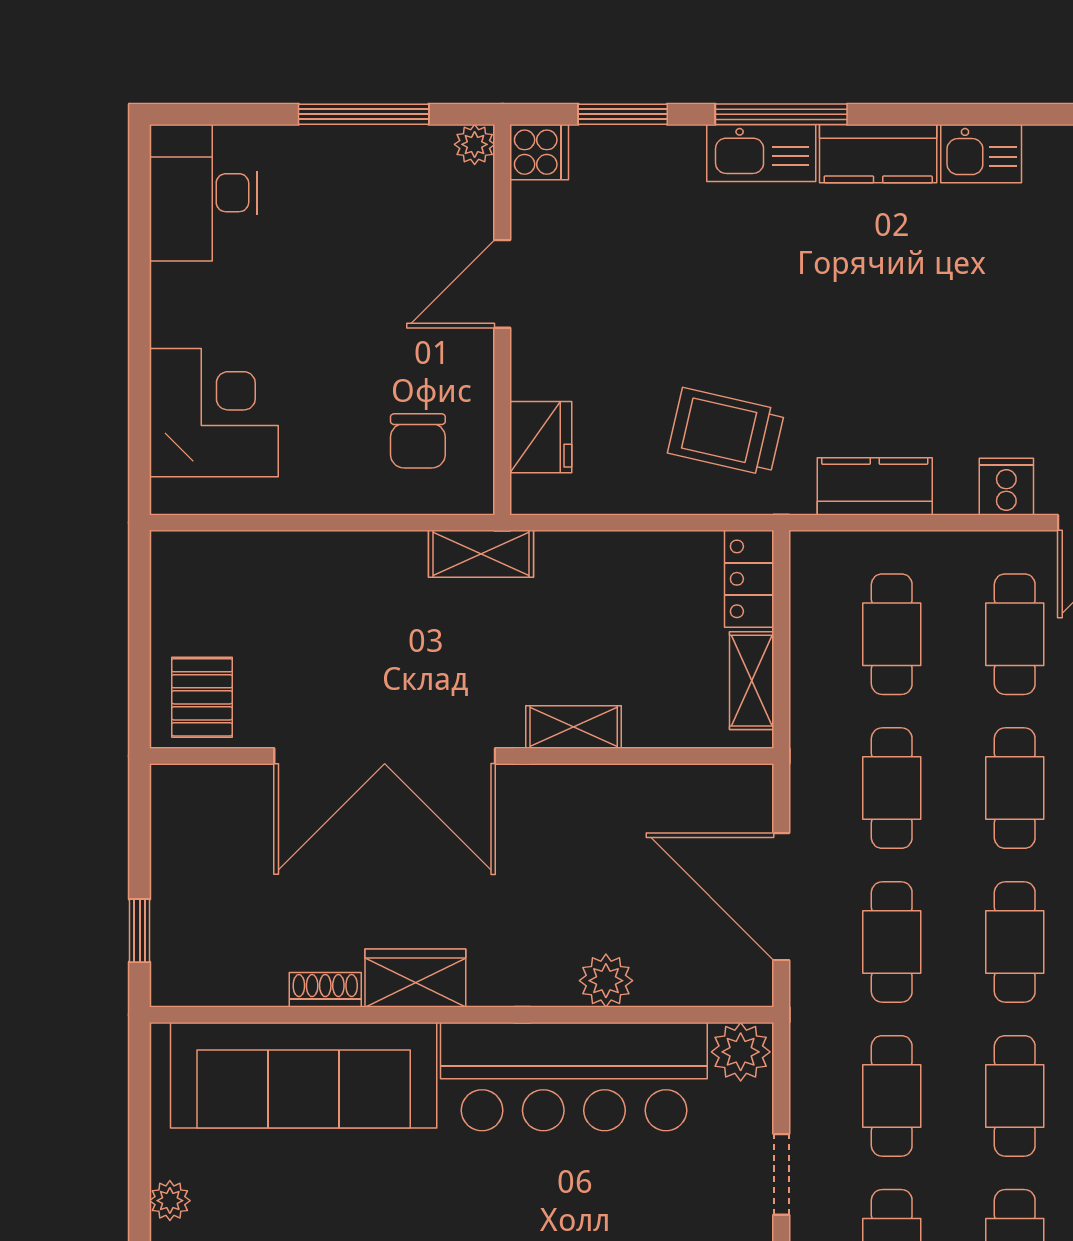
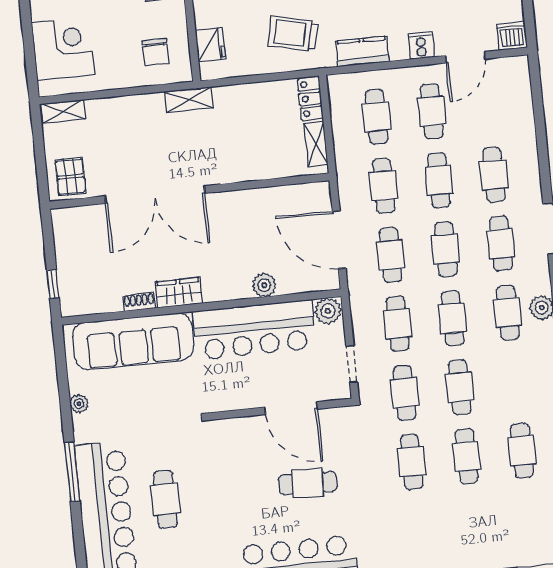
shelving: (574, 727) -> (63, 111), moved

